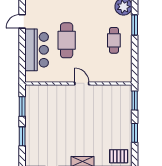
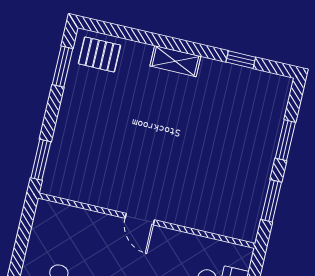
window: (135, 133) -> (63, 67), moved

